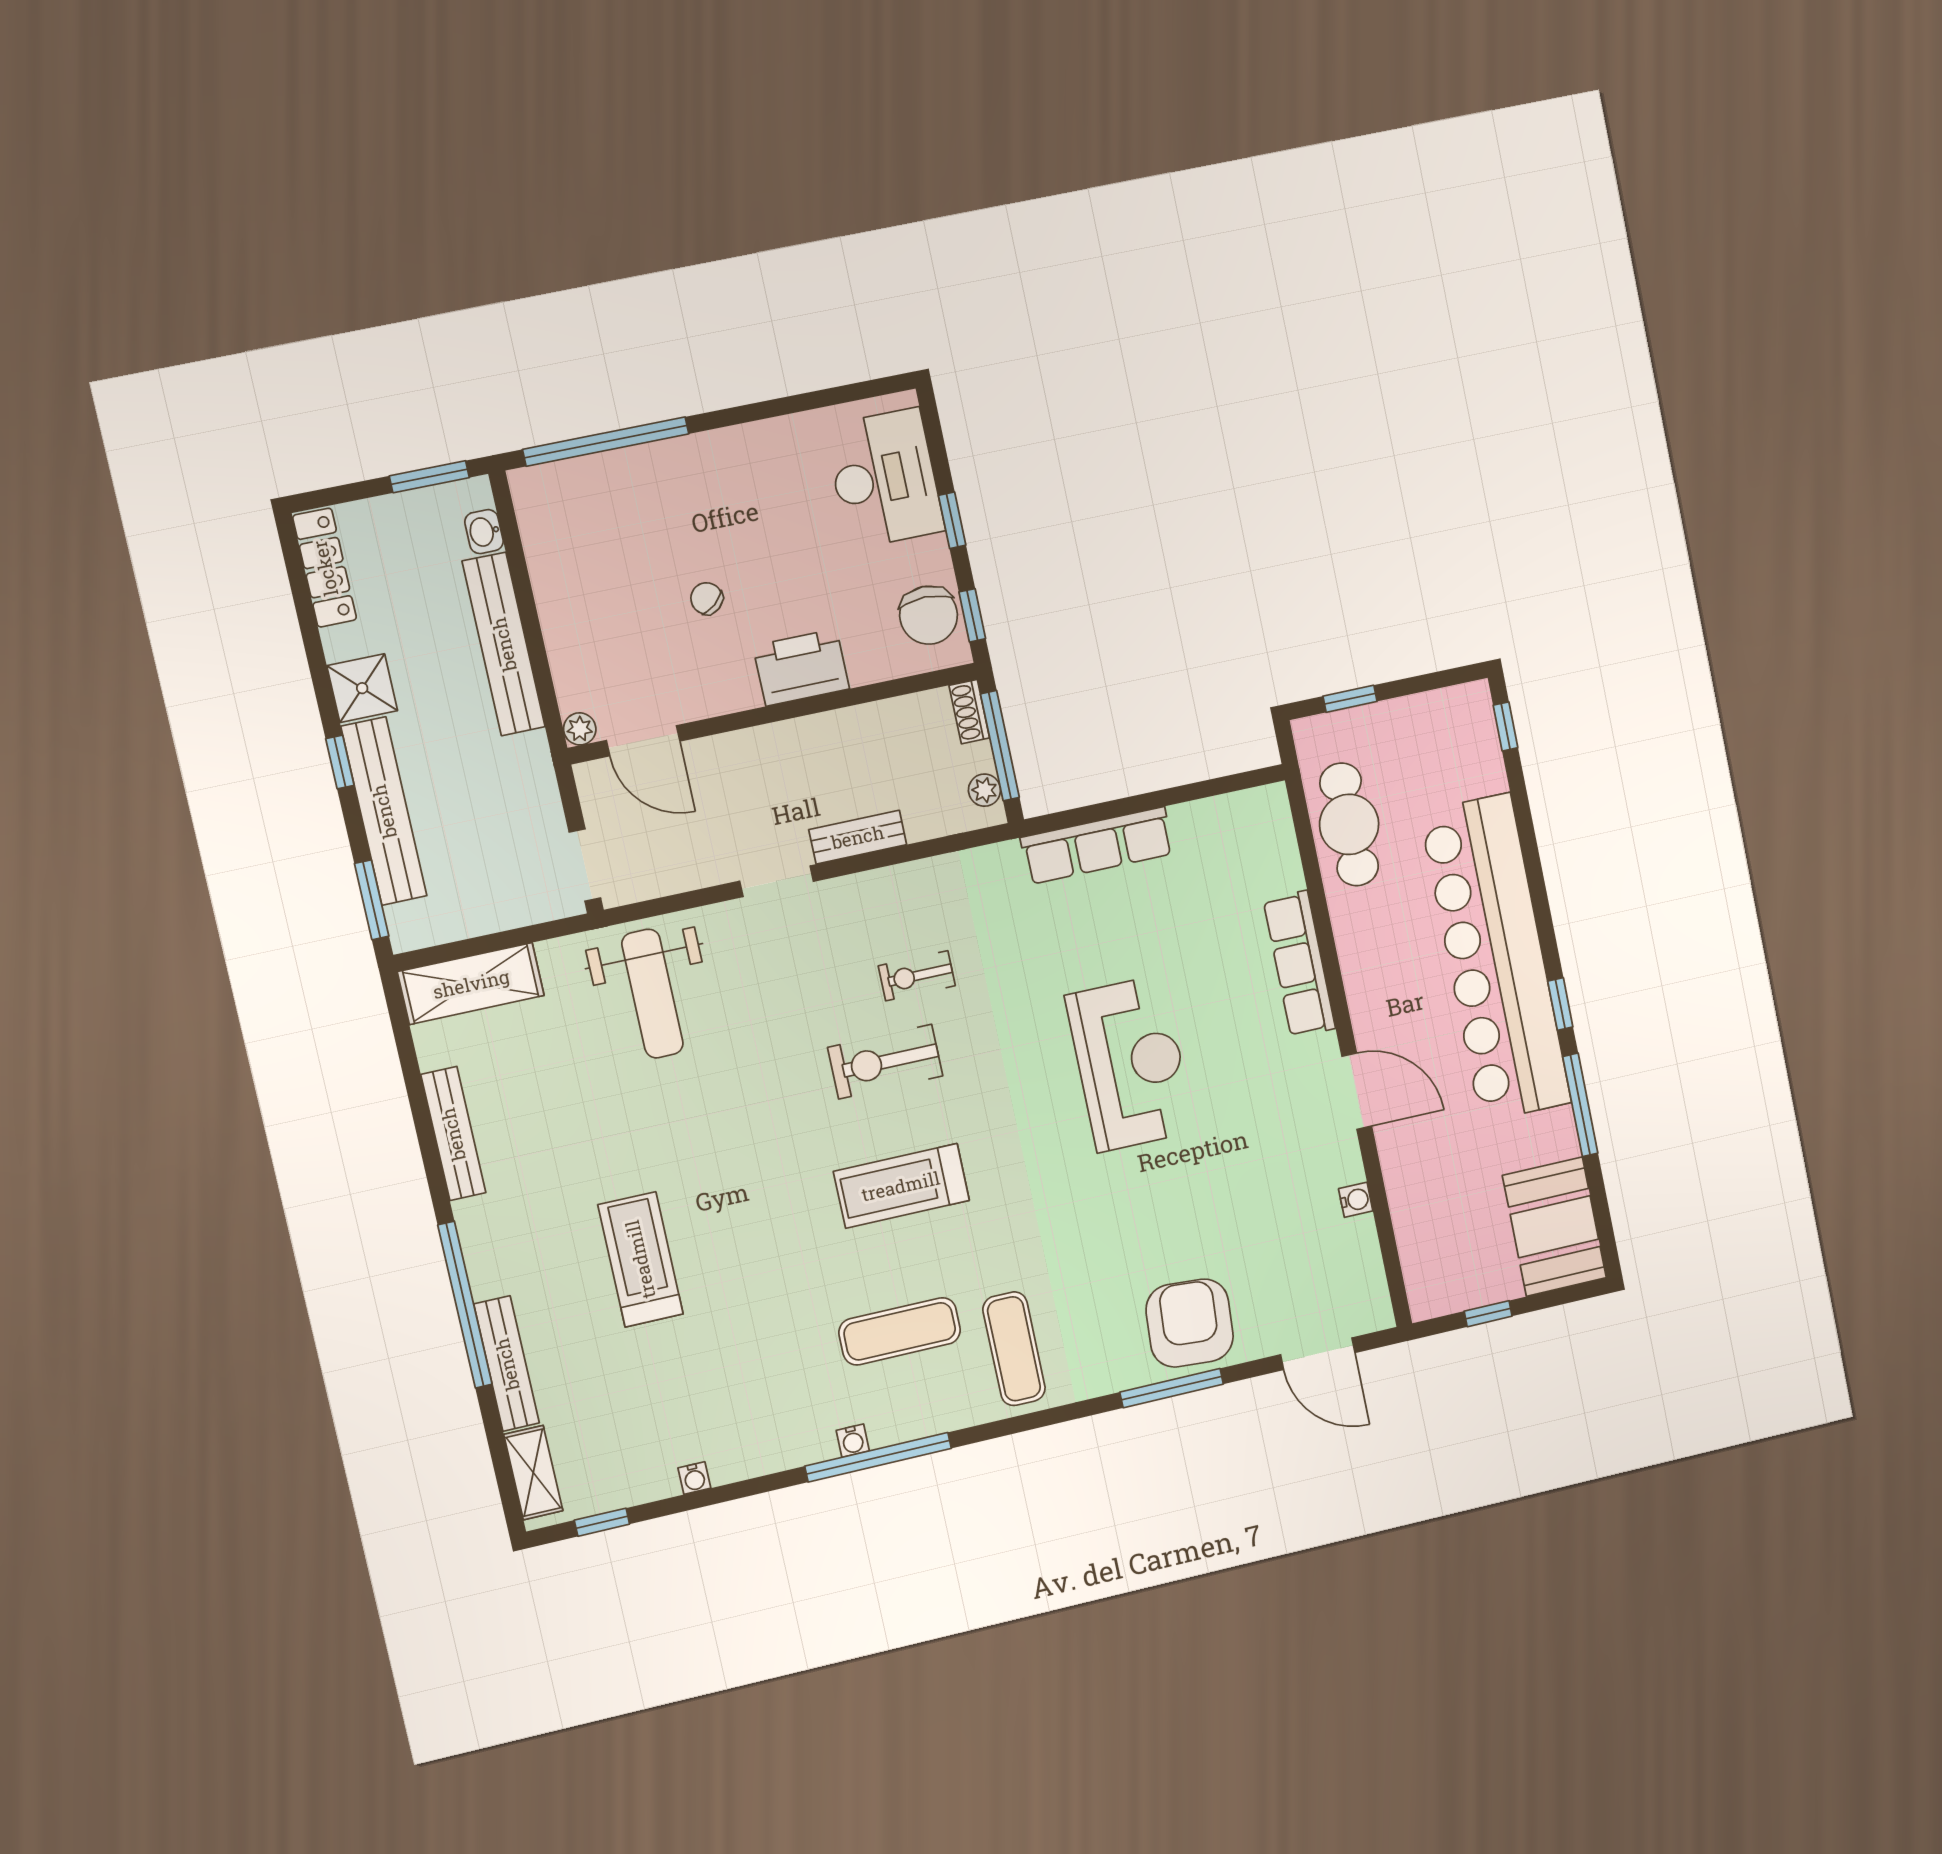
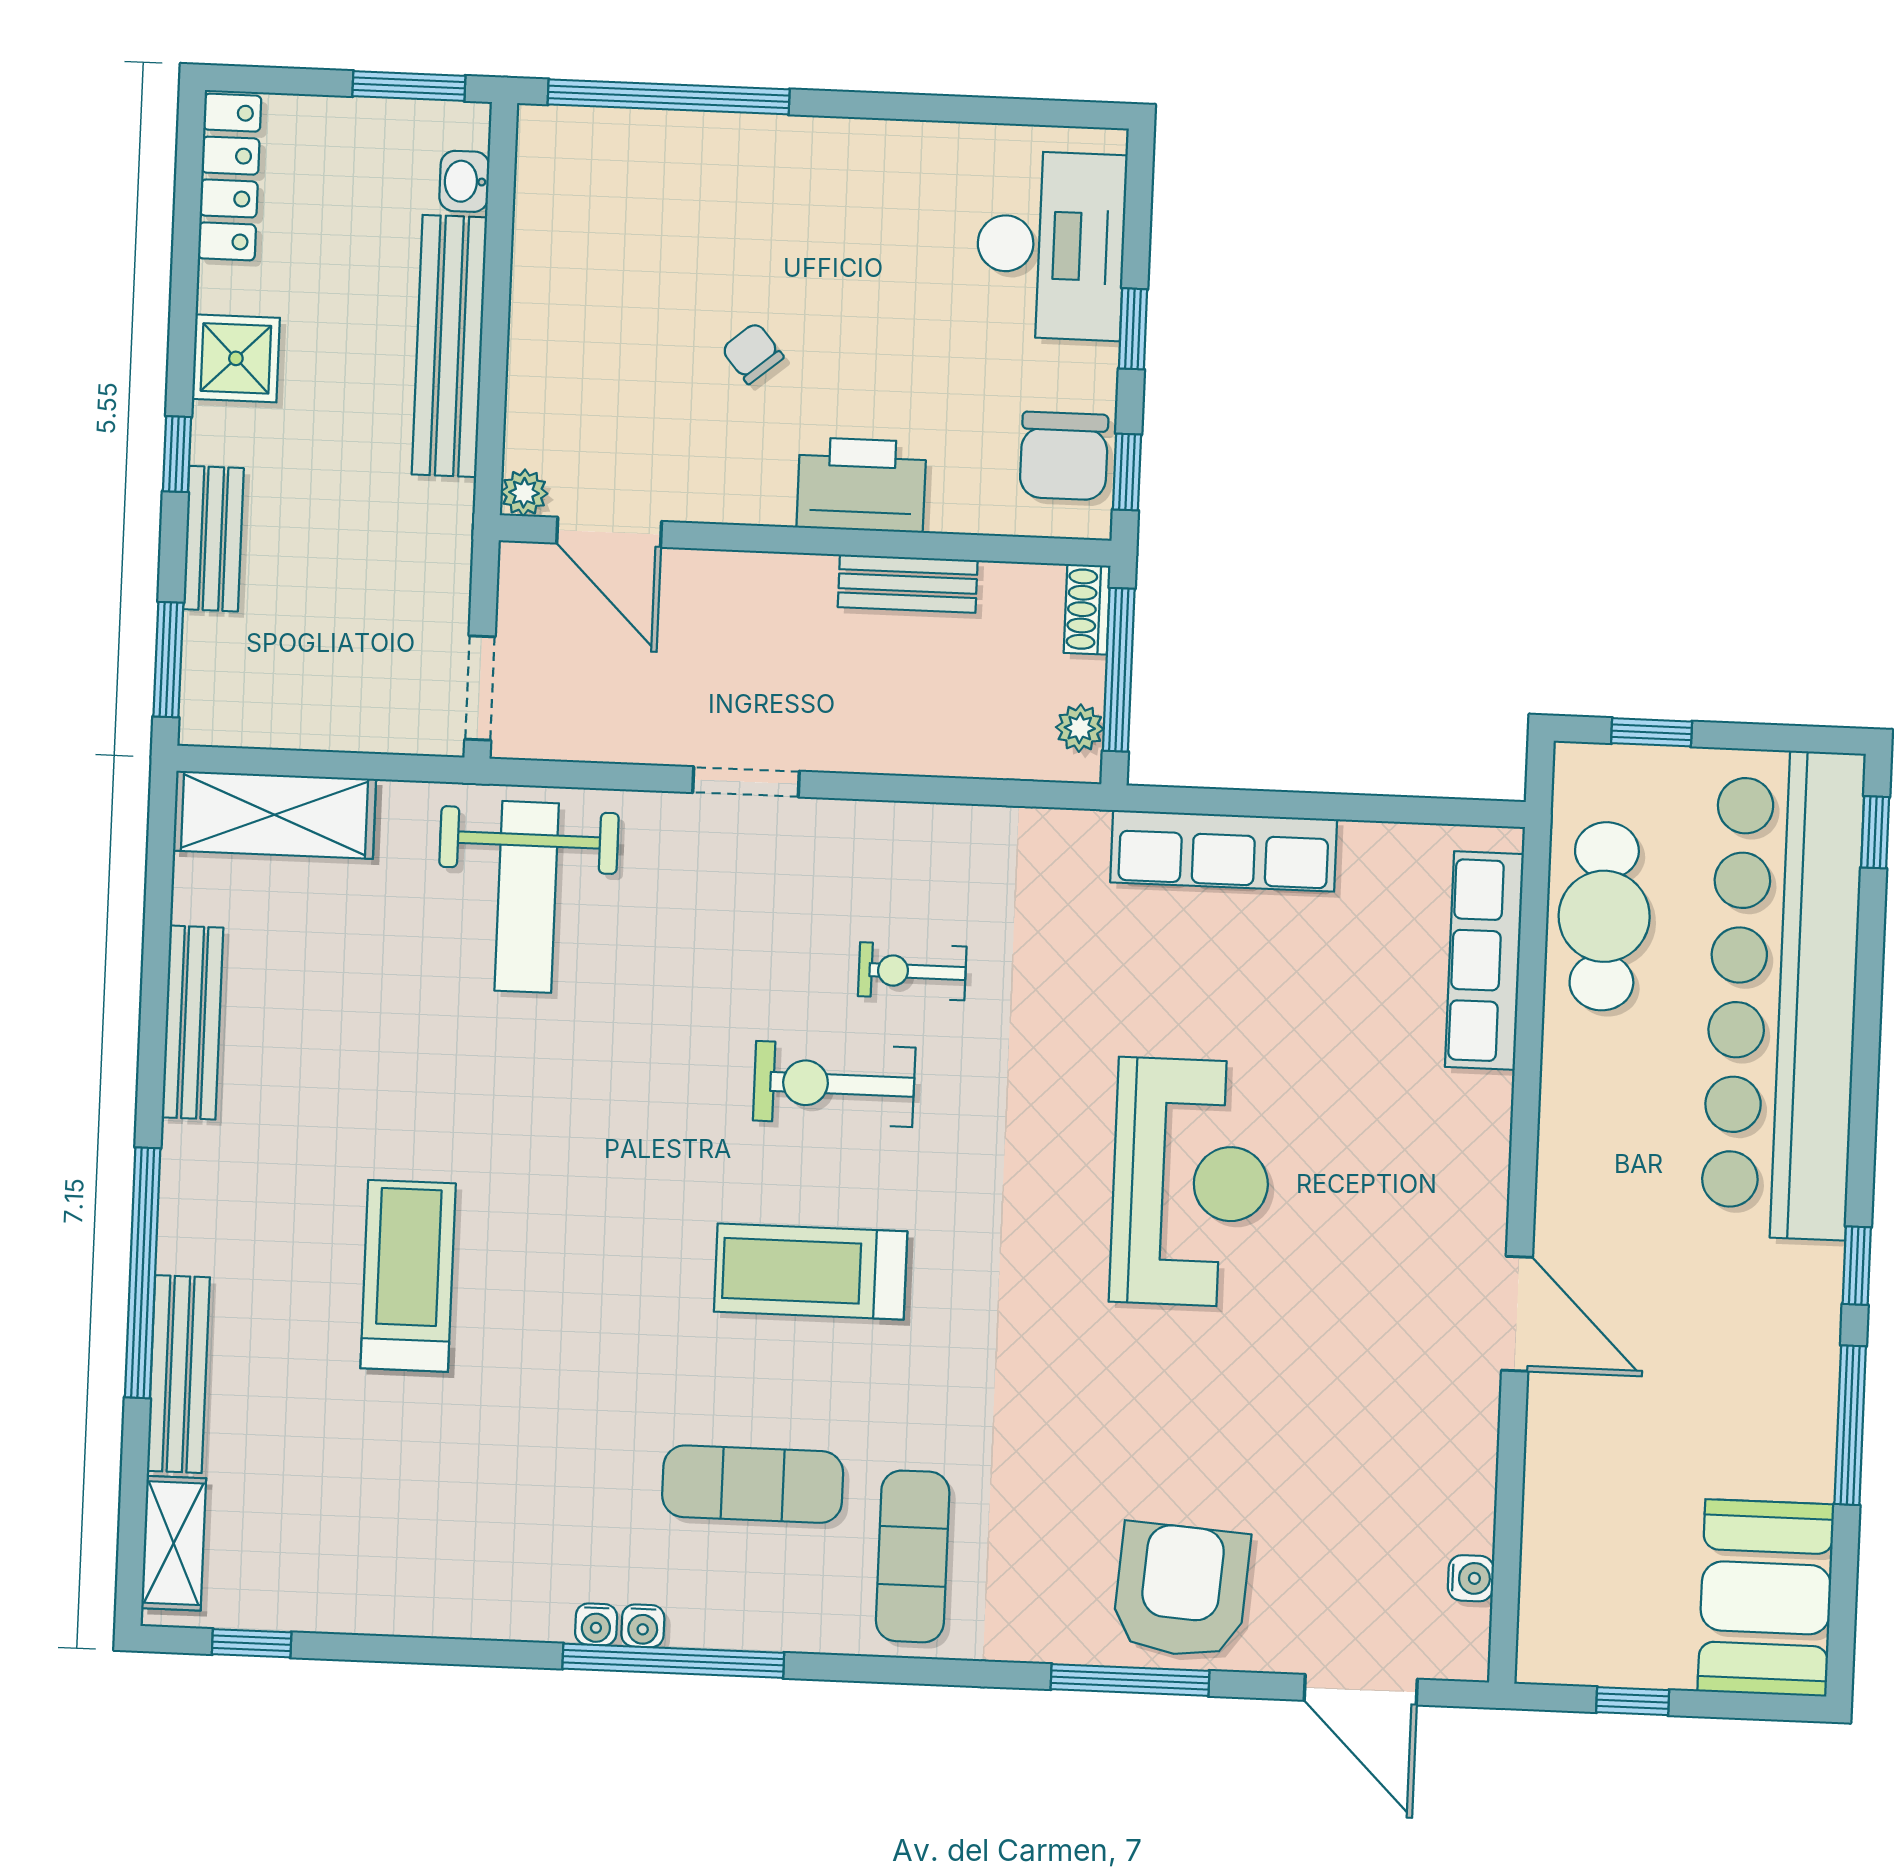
bench: (384, 811) -> (213, 539), width x0.54, depth x0.82
bench: (858, 837) -> (908, 584), moved
bar counter: (1496, 958) -> (1783, 994), moved
row of seats: (1299, 964) -> (1484, 960), moved
water cooler: (1356, 1200) -> (1471, 1578), moved
water cooler: (694, 1478) -> (596, 1624), moved

